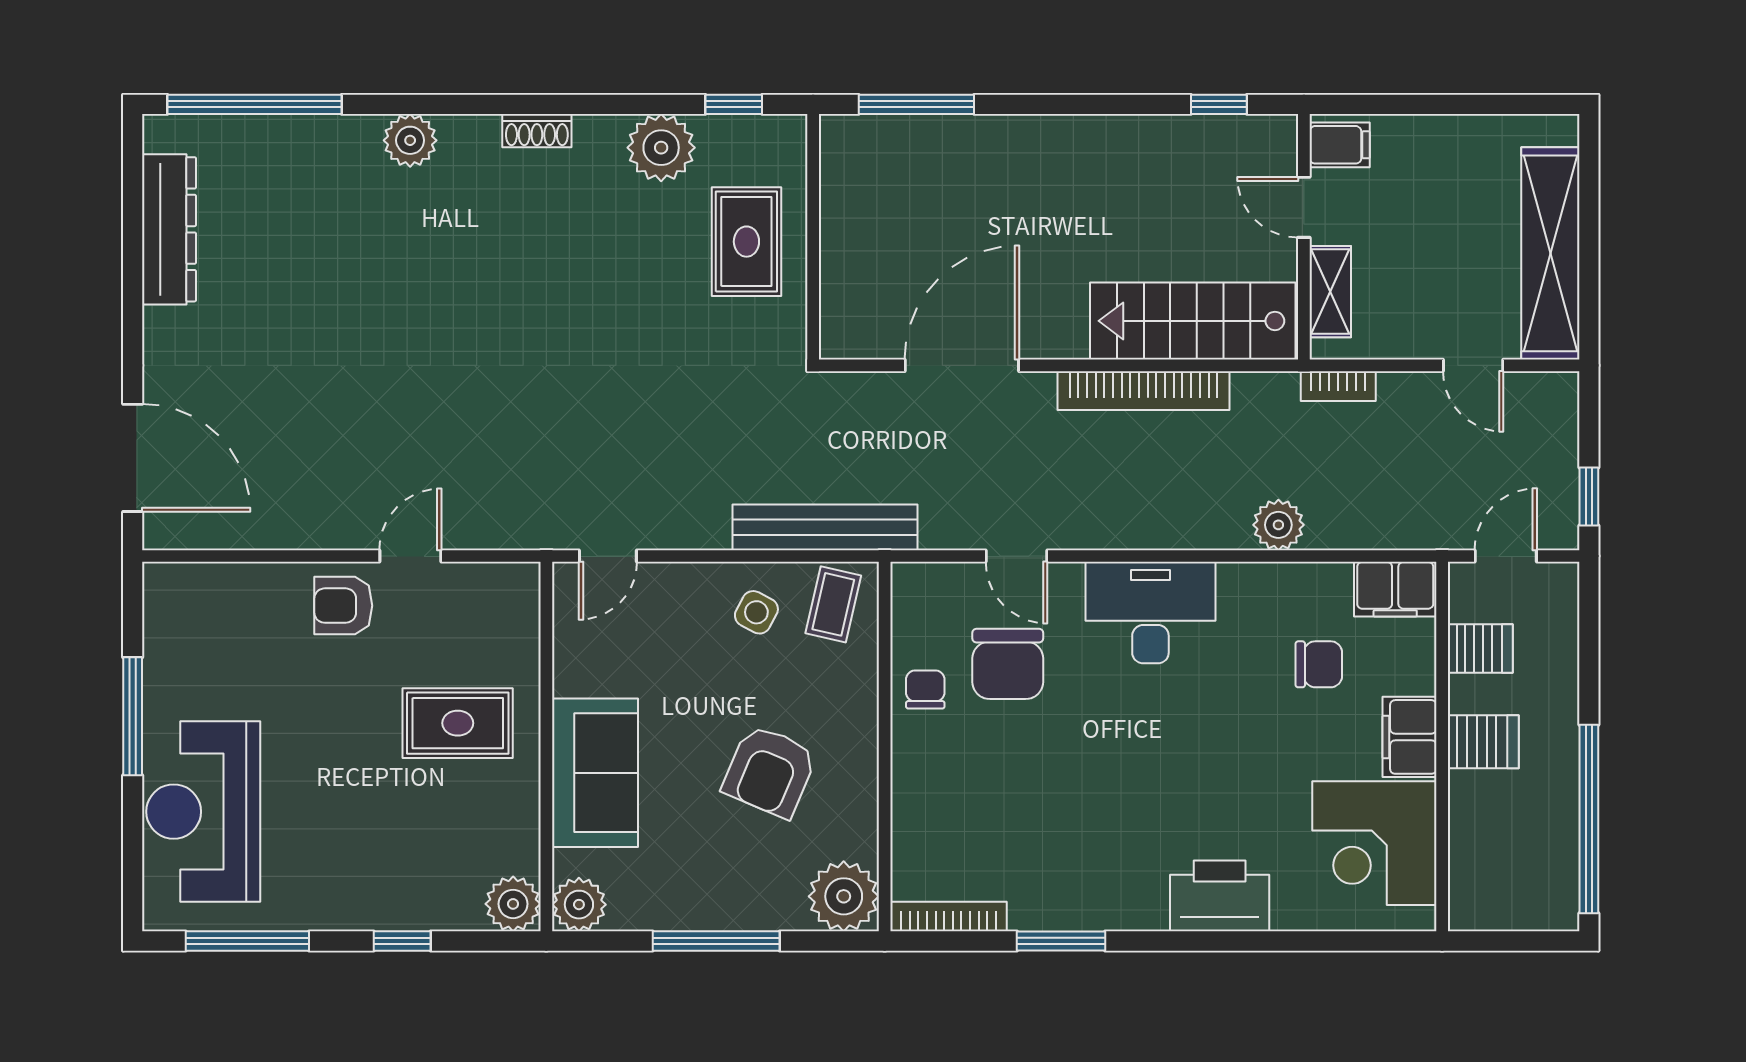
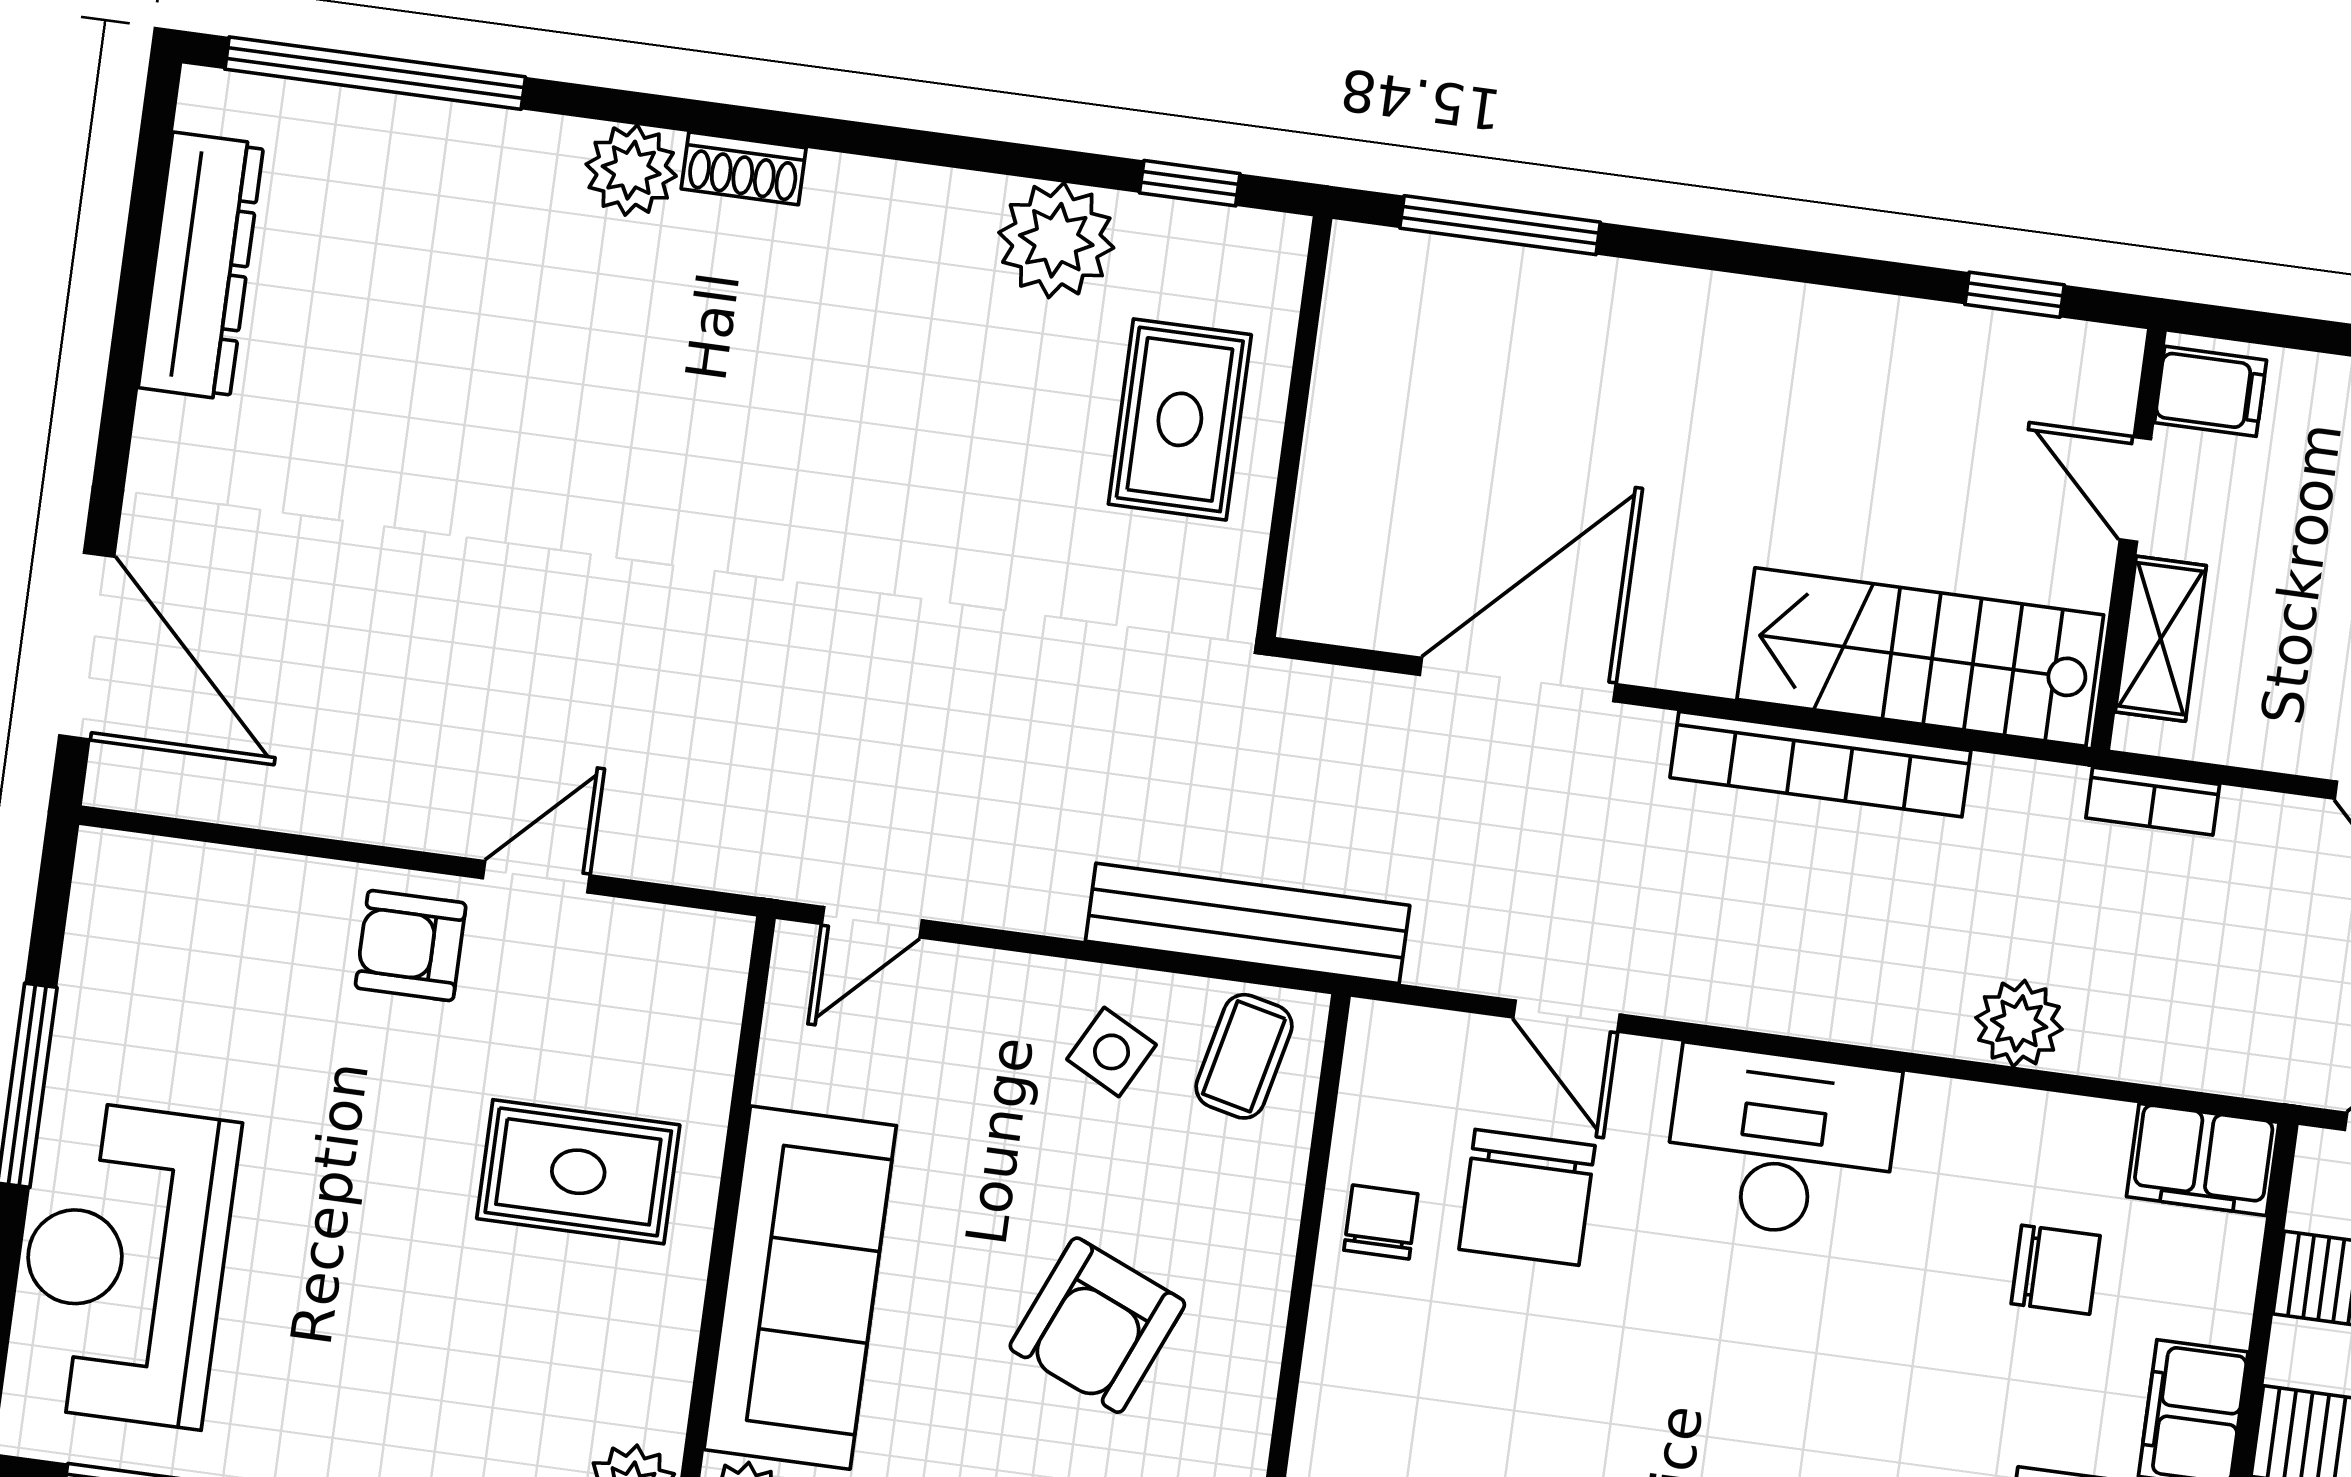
shoe rack: (537, 131) -> (744, 168), moved
sofa: (595, 773) -> (800, 1288), width x1.36

